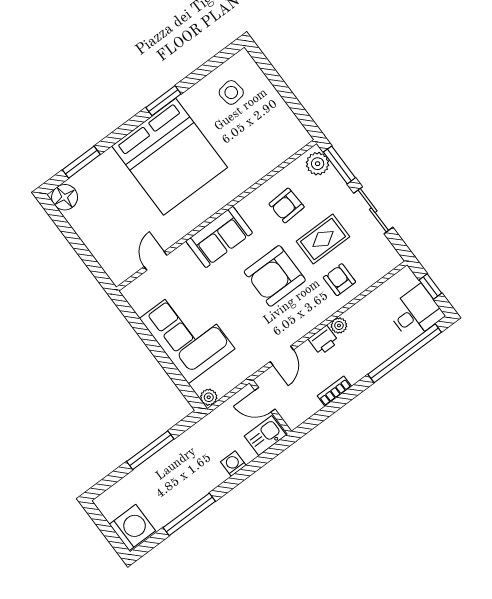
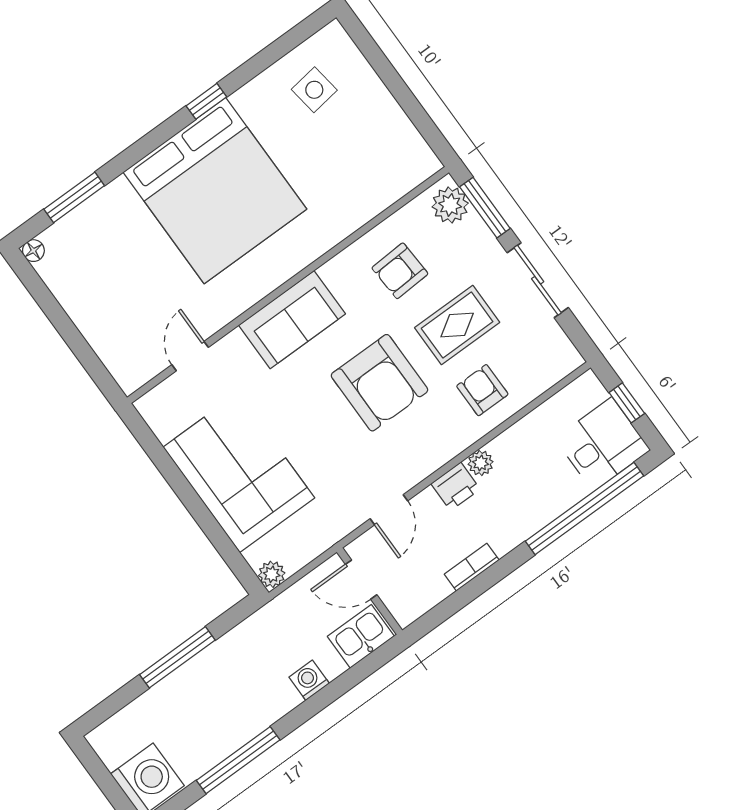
window: (163, 101) -> (206, 101), width x0.67
floor lamp: (65, 197) -> (33, 251), width x0.53, depth x0.53
armchair: (275, 276) -> (379, 383), turned -90

